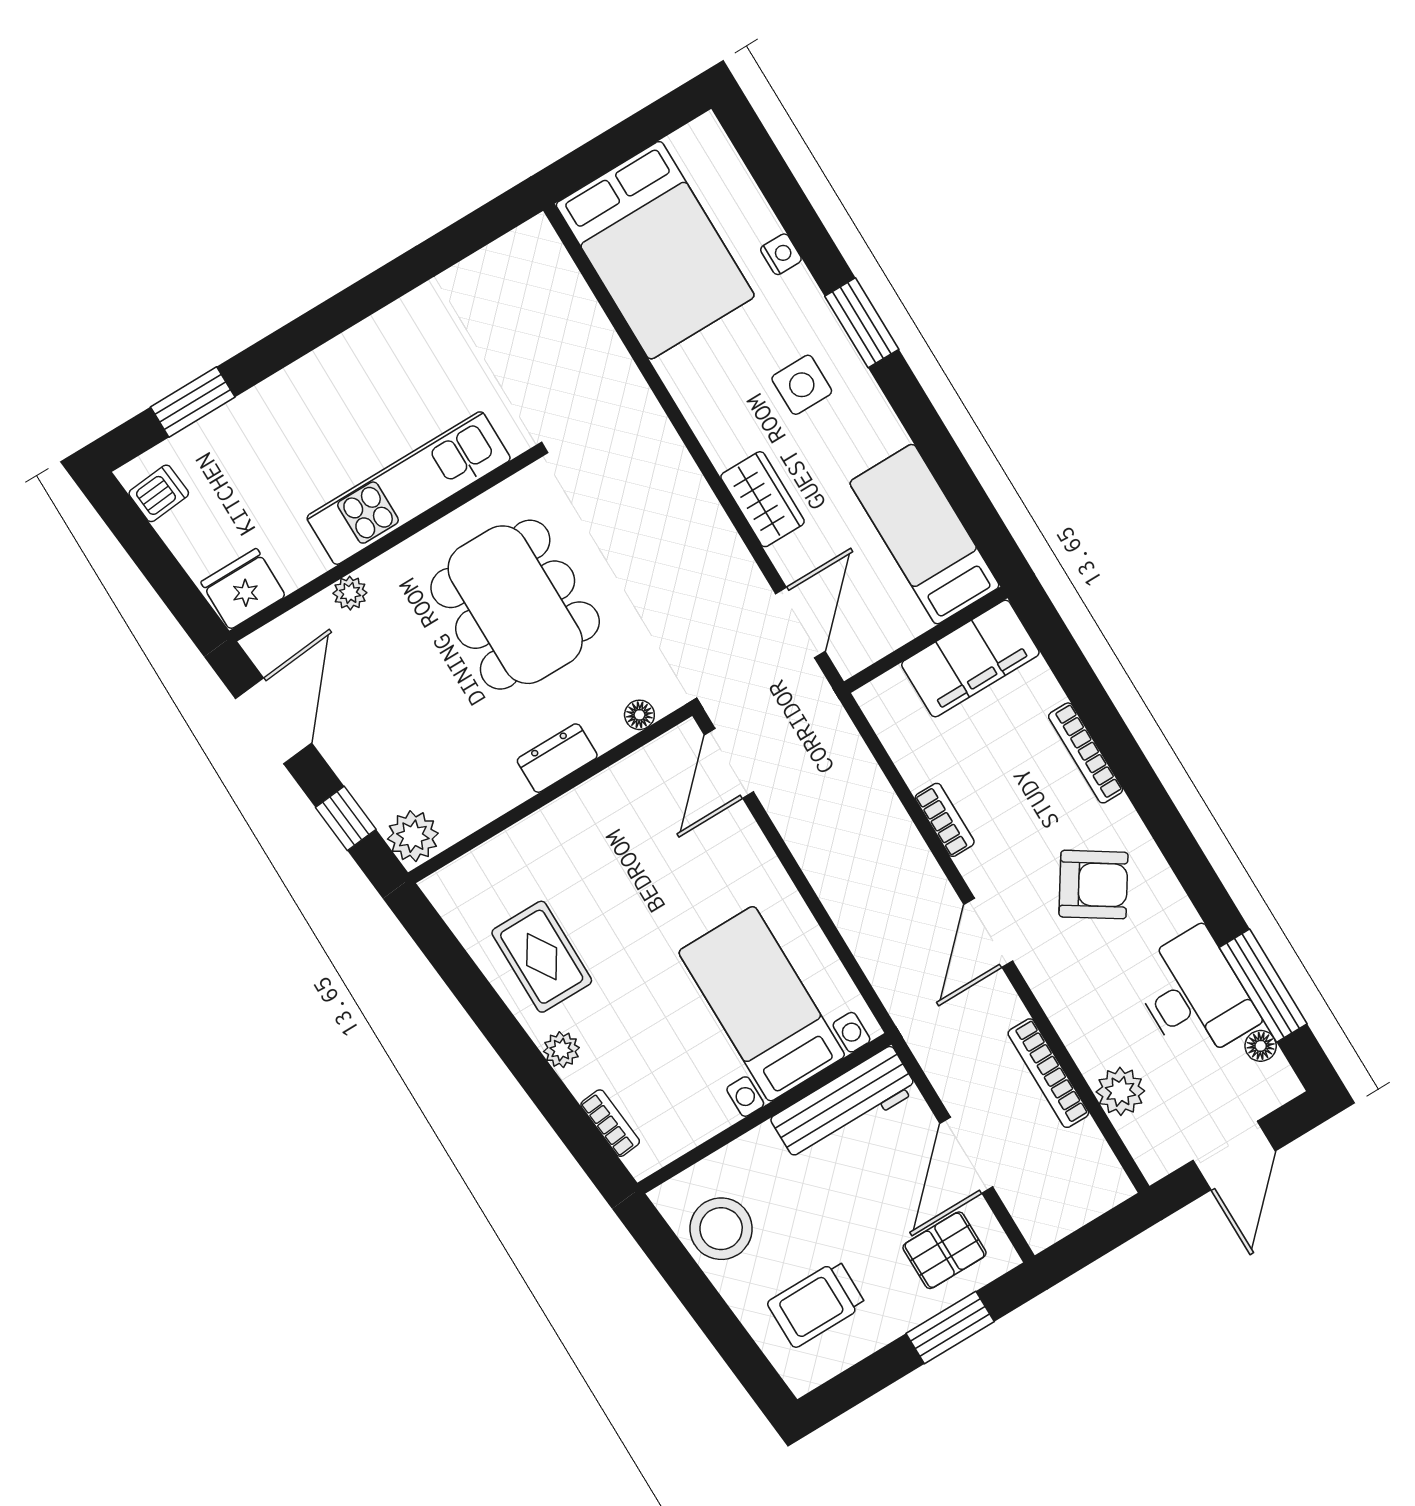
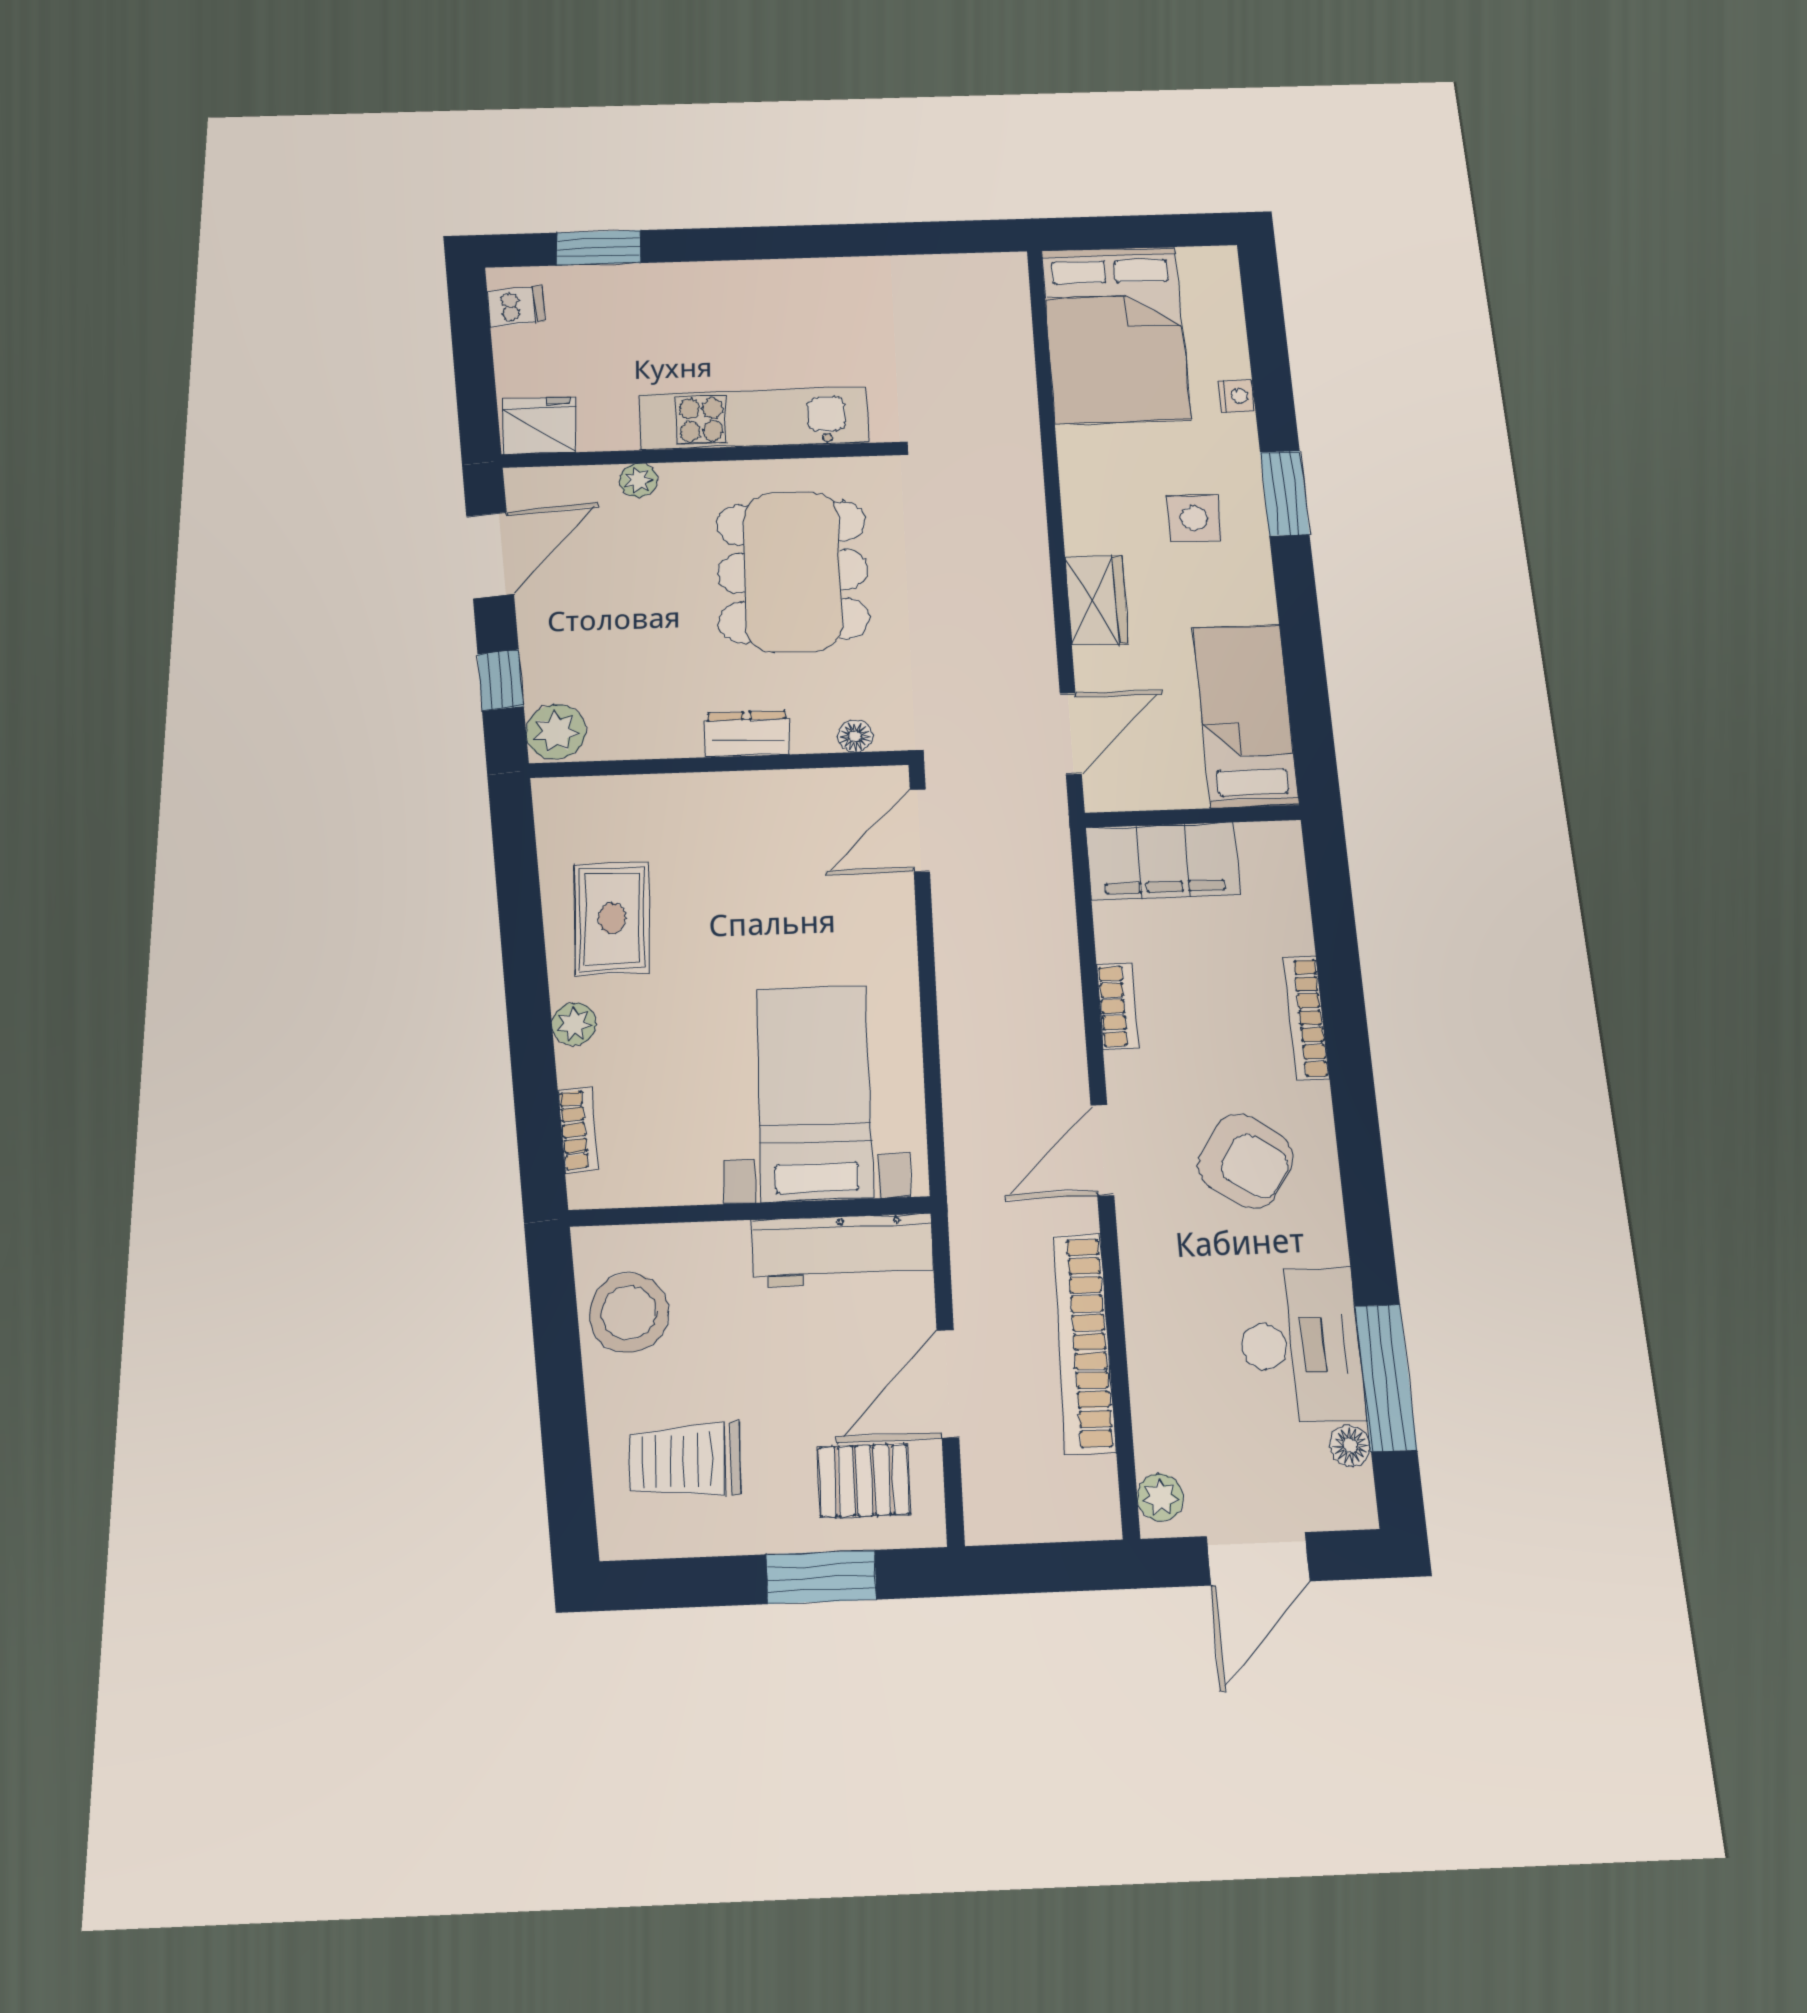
filing cabinet: (970, 659) -> (1163, 861), moved
bookcase: (1048, 1073) -> (1084, 1342), width x1.48, depth x1.31
plant: (1120, 1091) -> (1160, 1497), moved, width x0.73, depth x0.73

